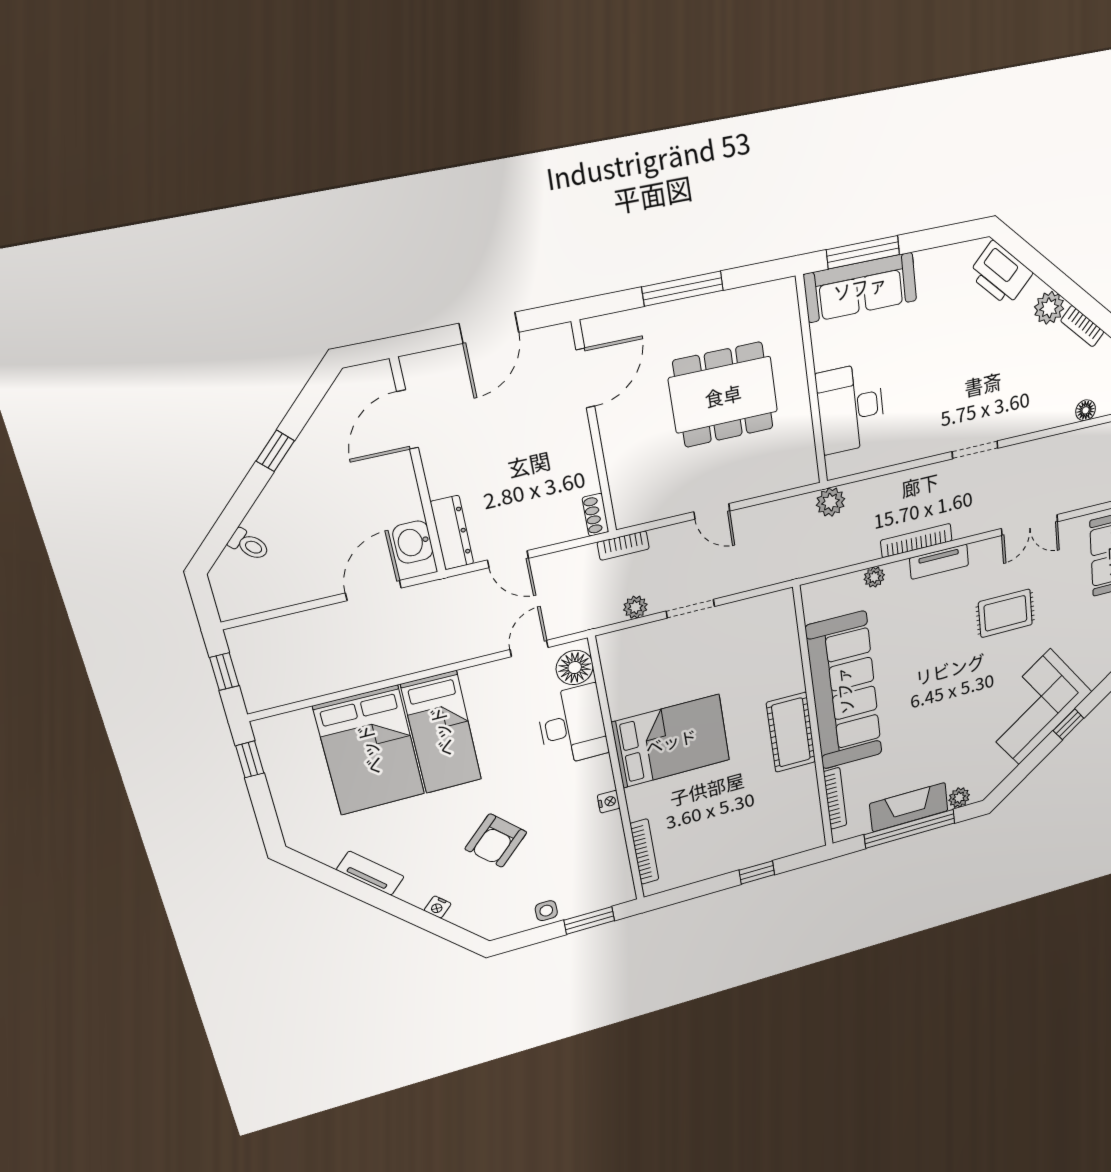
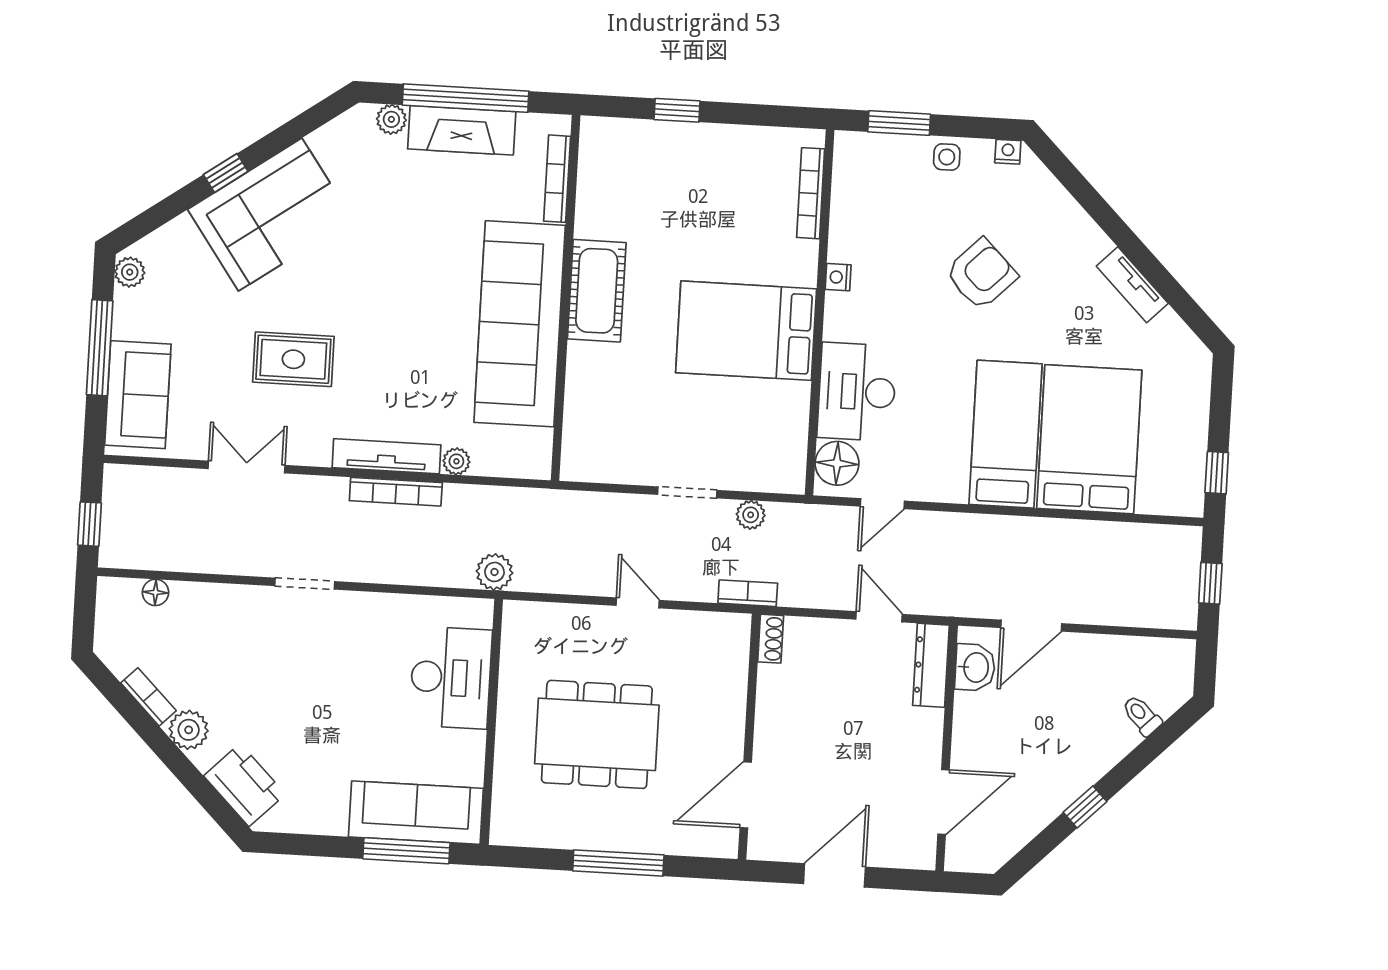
tv unit: (939, 562) -> (387, 456), width x1.41
nightstand: (438, 907) -> (1008, 152), moved, turned -45

